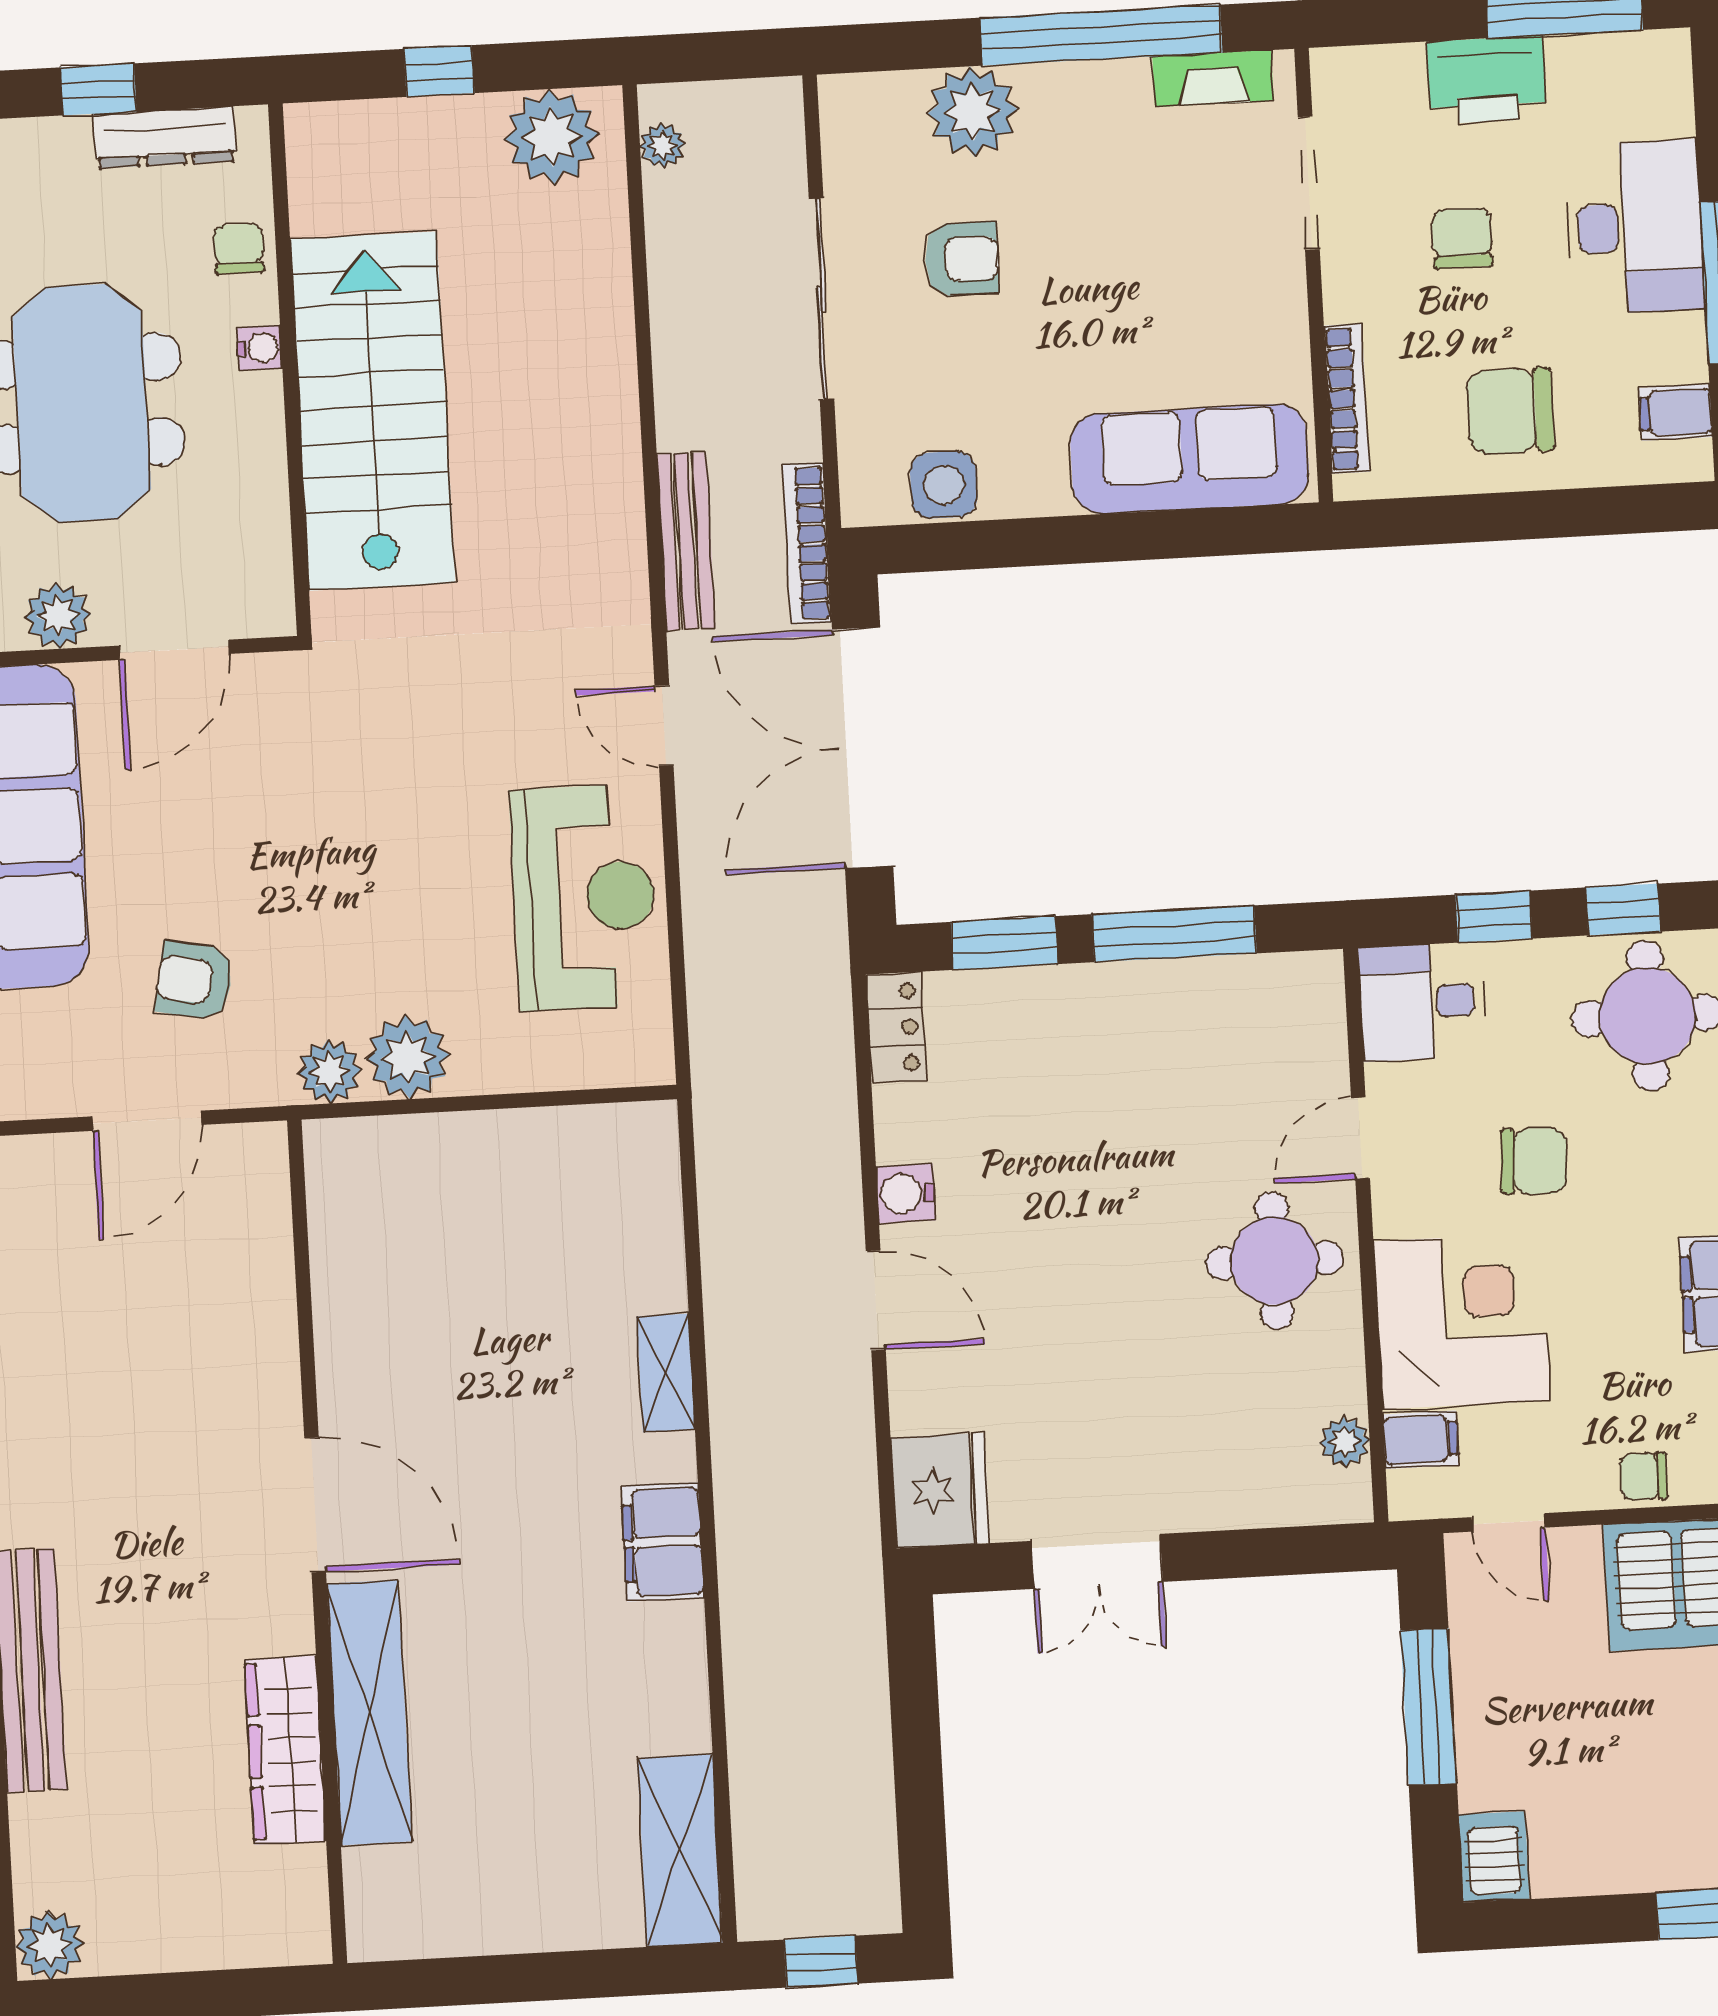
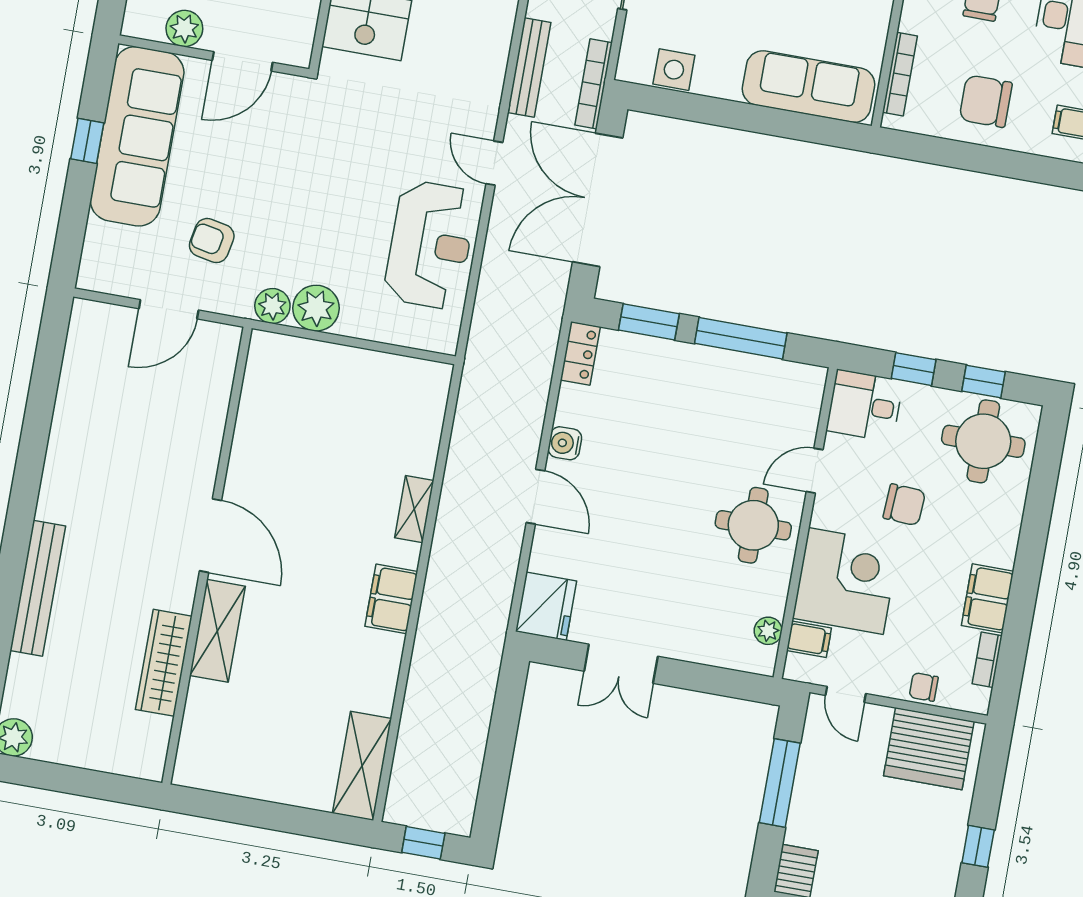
shelving: (369, 1713) -> (217, 631), width x0.68

